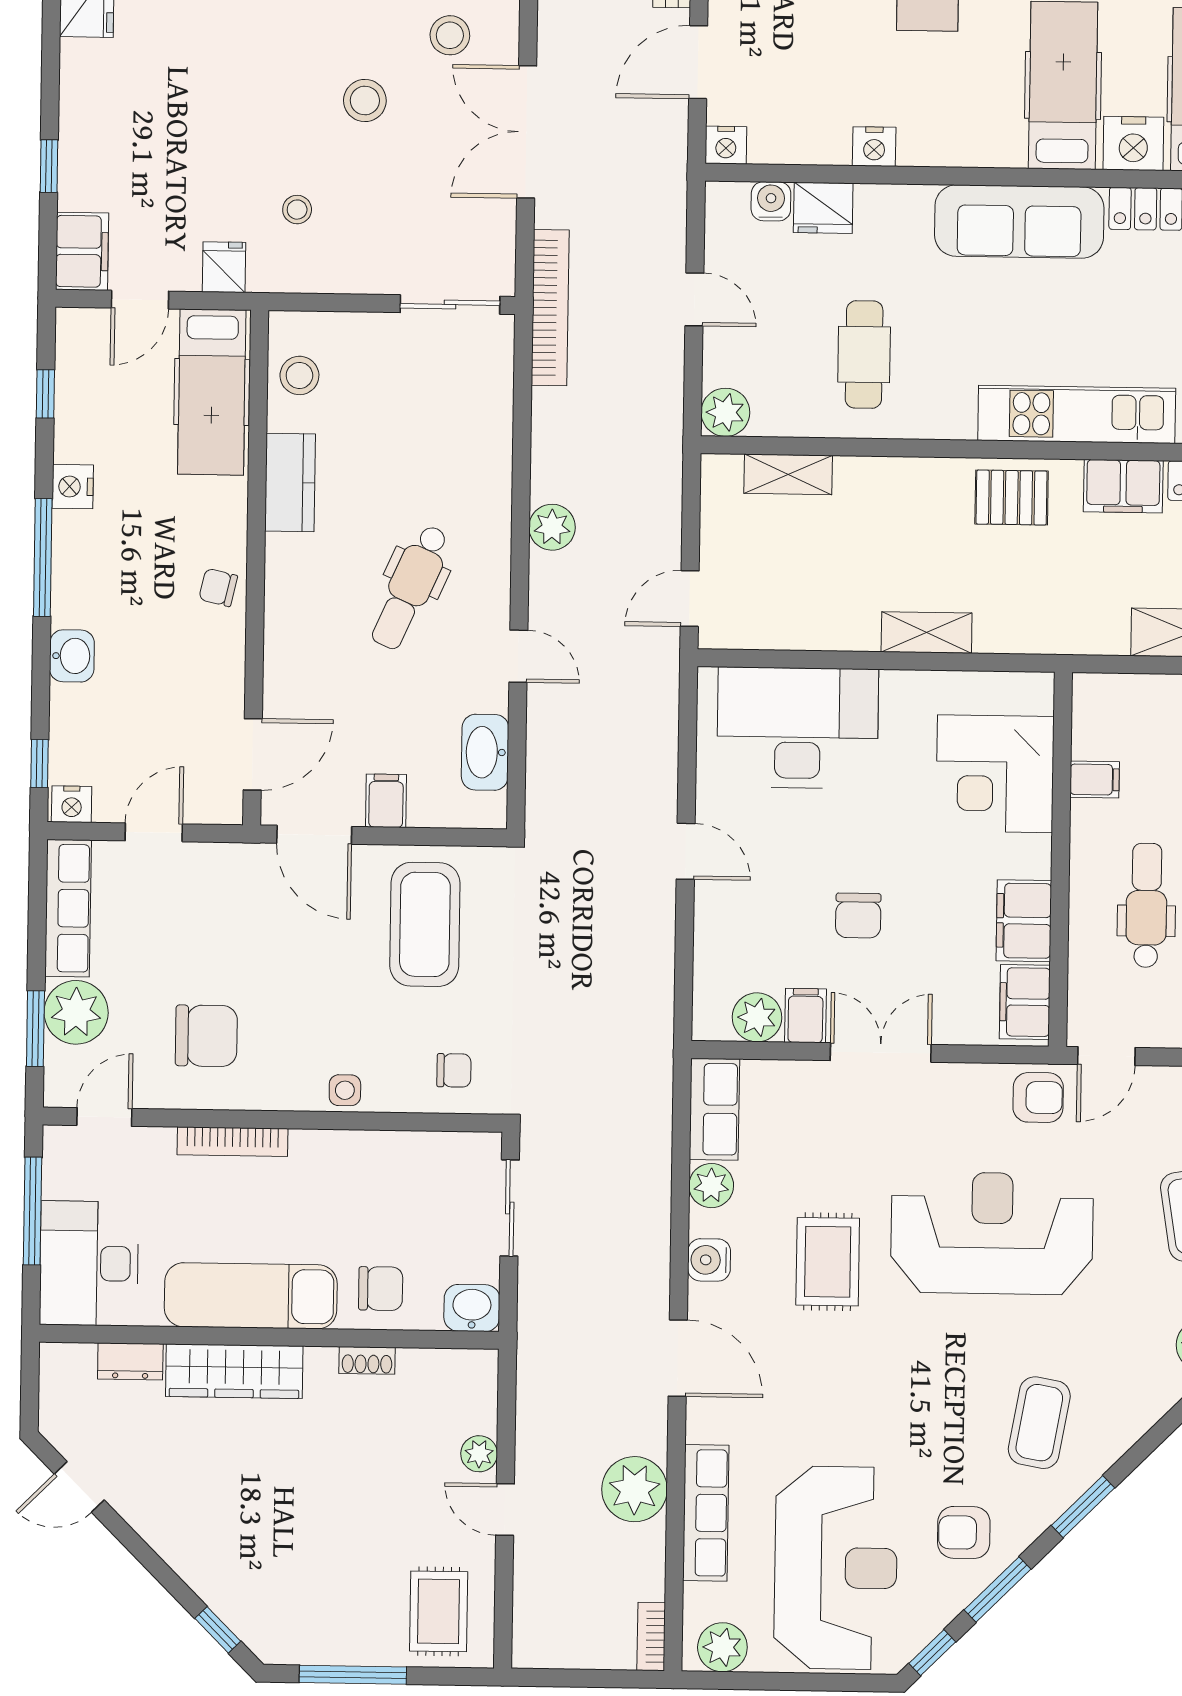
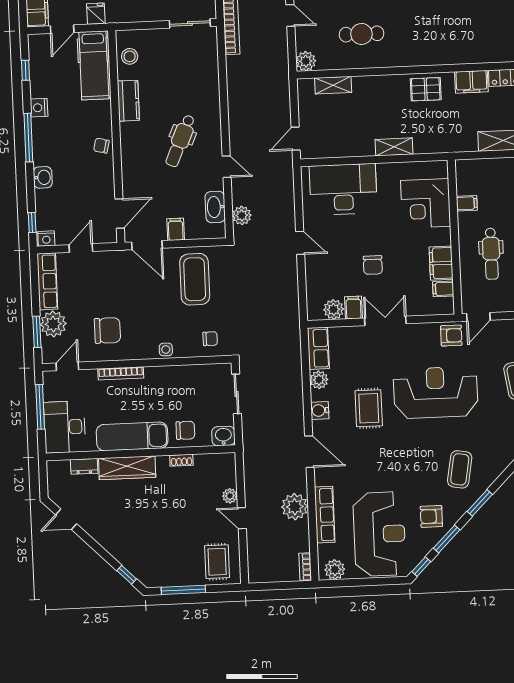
cafe table: (864, 354) -> (361, 34), turned 90
kitchen unit: (1077, 414) -> (450, 53), removed
plant: (552, 527) -> (242, 215), moved
dental chair: (1146, 905) -> (491, 254), turned 180
filing cabinet: (1025, 1002) -> (443, 289), width x0.50

